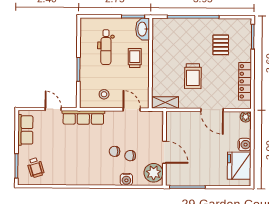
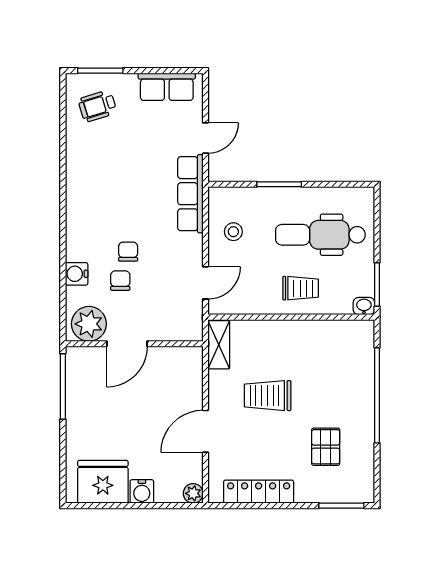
washbasin: (143, 29) -> (364, 306), width x0.52, depth x0.69
pallet: (221, 45) -> (326, 447), turned 90
dental chair: (106, 47) -> (320, 235), width x1.36, depth x1.38

